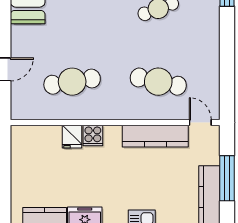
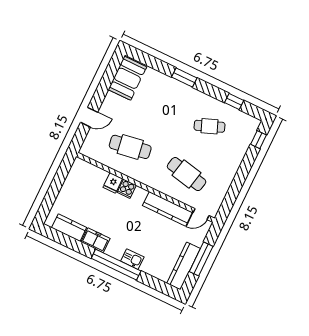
door: (200, 123) -> (201, 214), swing flipped

